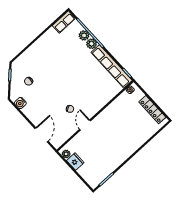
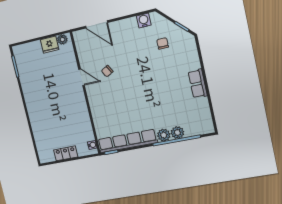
row of seats: (64, 22) -> (198, 84), moved
locker: (152, 110) -> (66, 153), width x0.66

